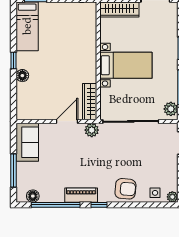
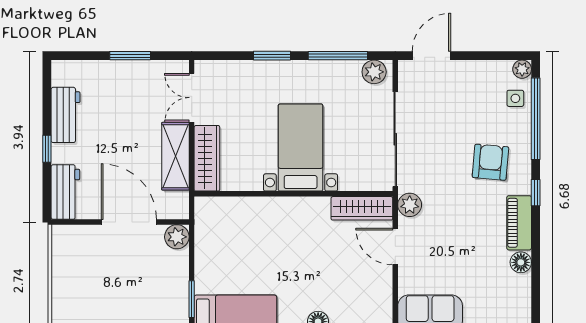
armchair: (125, 189) -> (490, 162), moved
floor lamp: (33, 196) -> (521, 262), moved
window: (56, 205) -> (536, 119), moved

